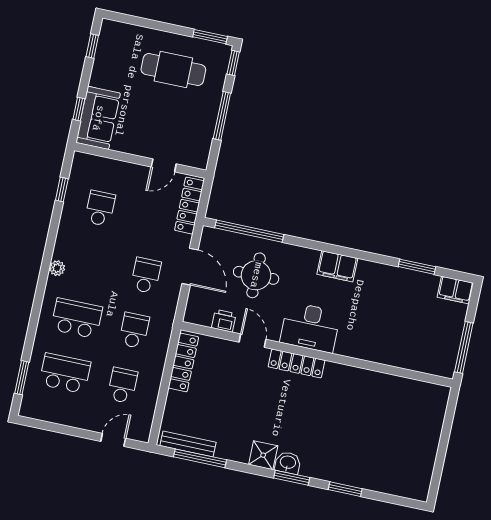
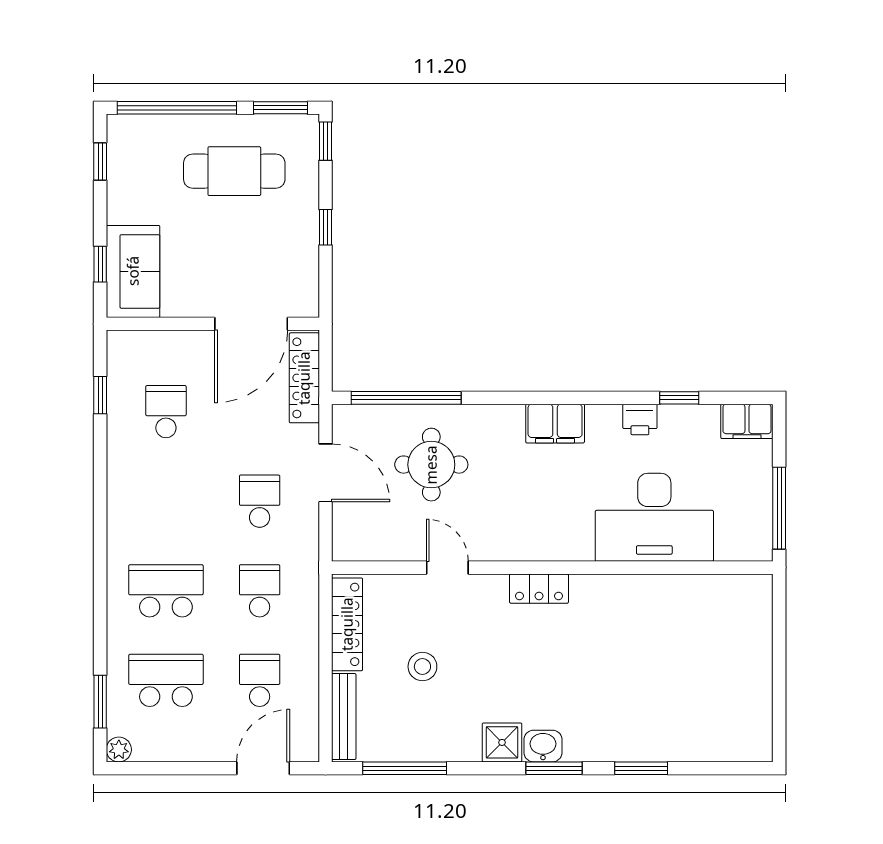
window: (146, 23) -> (177, 108), added
window: (222, 116) -> (325, 227), width x0.46
door: (164, 165) -> (251, 324), width x1.88
window: (417, 267) -> (679, 398), width x0.67
plant: (57, 268) -> (119, 750), moved
printer: (224, 321) -> (640, 419), moved, turned 180
desk: (310, 327) -> (654, 517), moved, width x1.36, depth x1.30
locker: (296, 364) -> (539, 589), width x0.66
stool: (224, 398) -> (422, 667), added
door: (113, 440) -> (263, 768), width x1.38
bench: (188, 444) -> (344, 717), moved, turned 90

